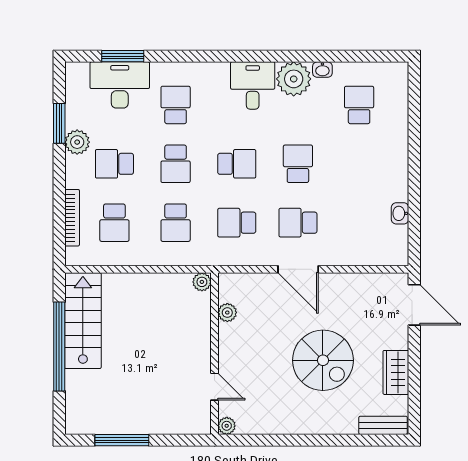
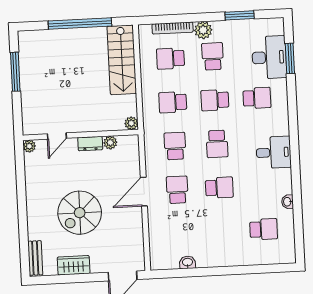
plant: (294, 79) -> (280, 182), removed
plant: (77, 142) -> (203, 30), moved
stairs: (83, 321) -> (122, 60), moved, turned 90
dresser: (227, 341) -> (90, 144), added

